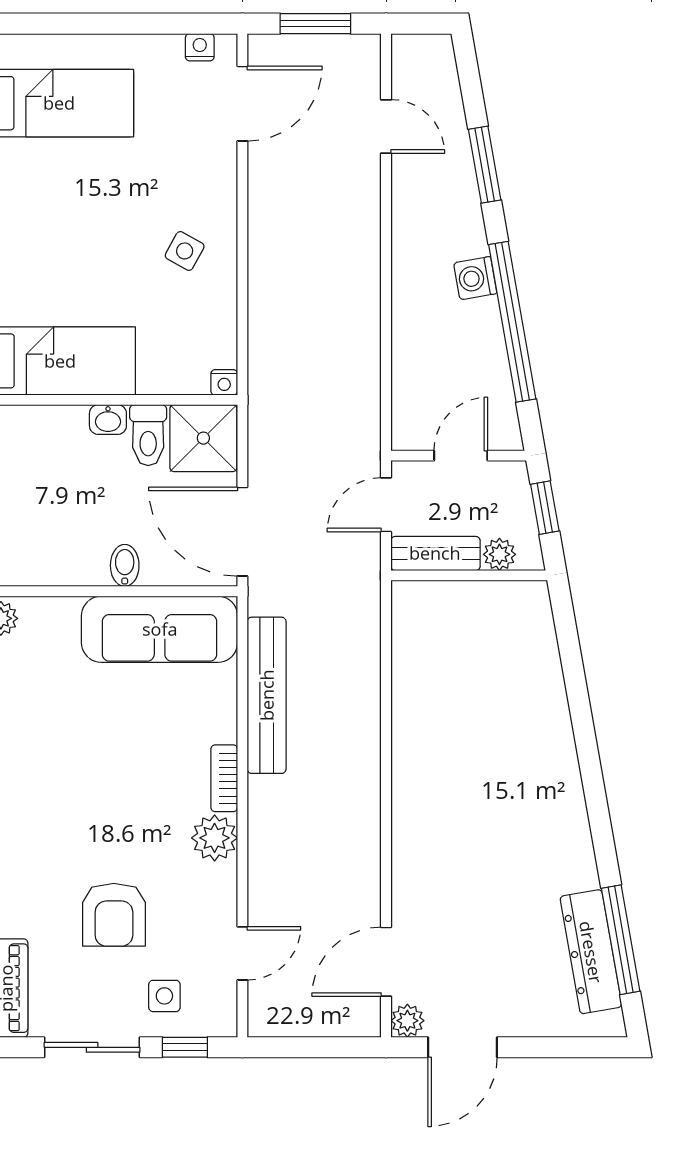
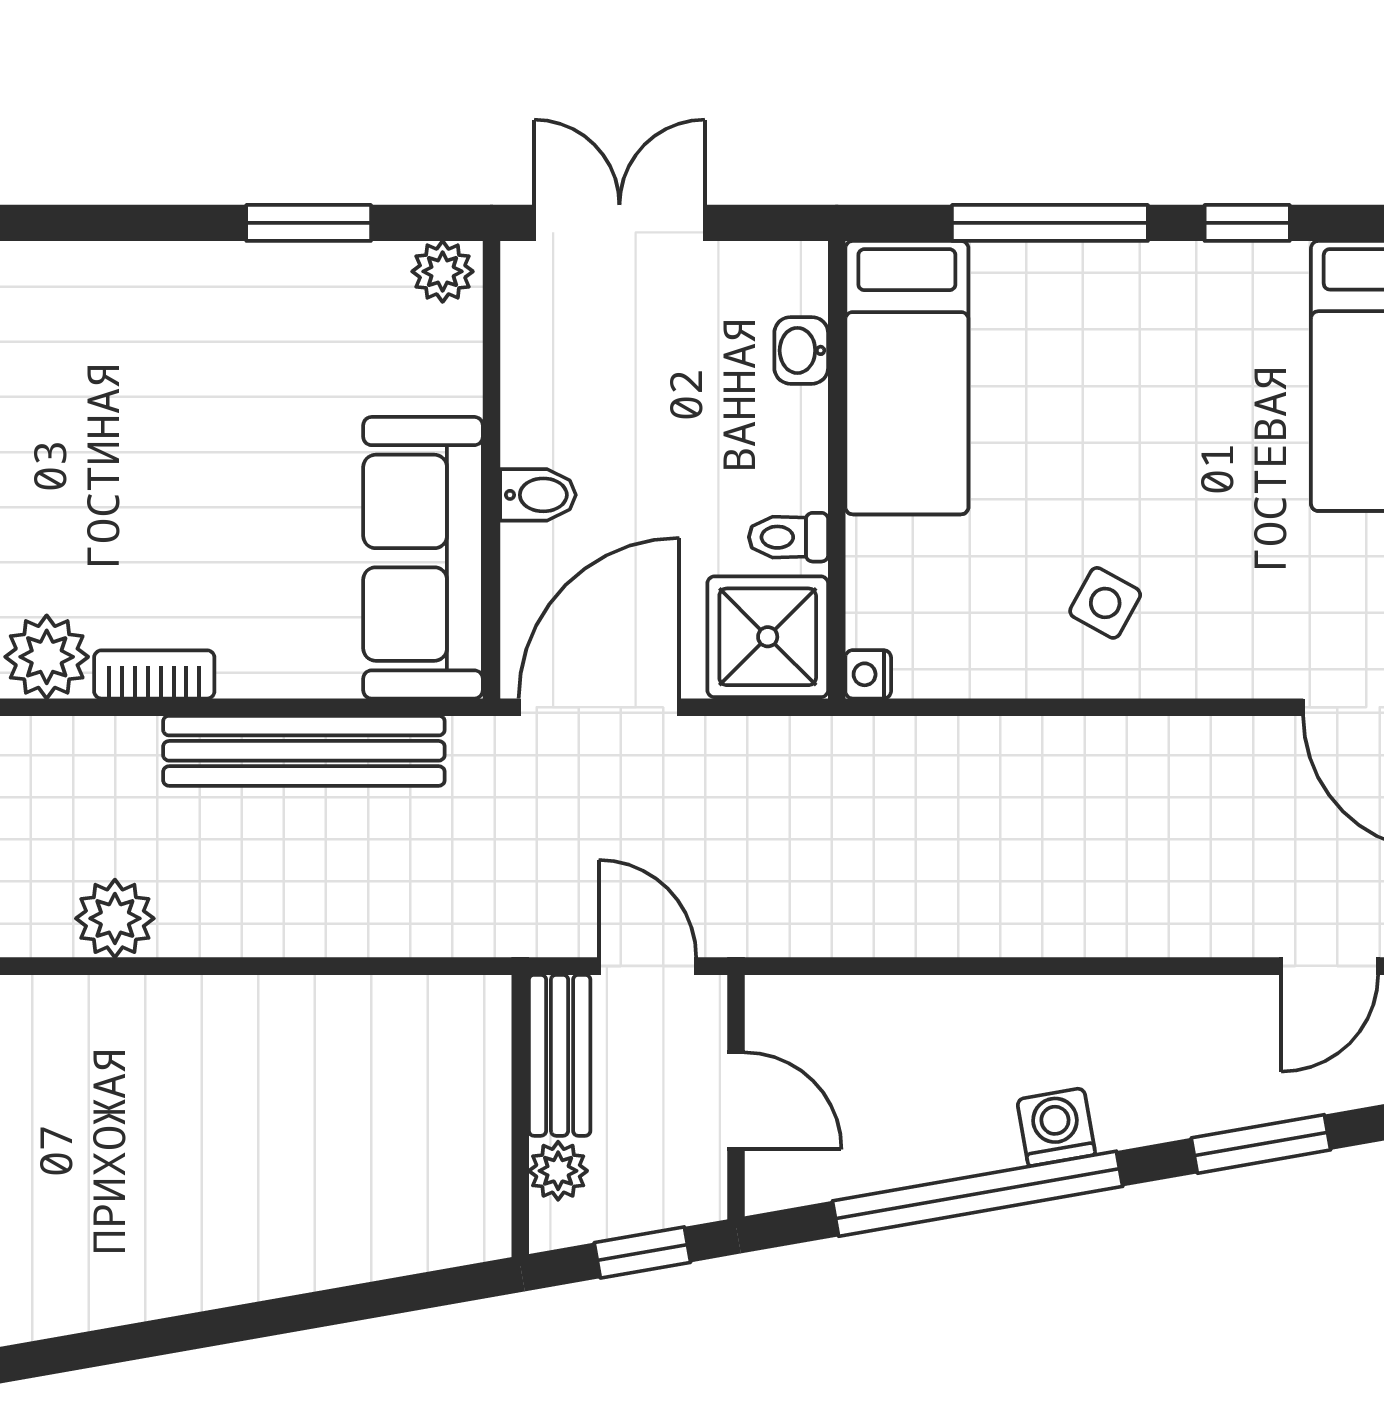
washbasin: (108, 420) -> (801, 350), moved
toilet: (148, 435) -> (788, 537), width x0.73, depth x0.72
plant: (360, 800) -> (115, 918), added

